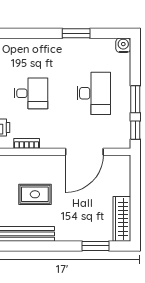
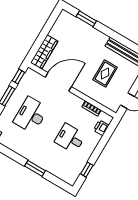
window: (76, 33) -> (35, 168), moved
rug: (35, 194) -> (105, 74), turned 90
wardrobe: (122, 219) -> (44, 52), moved

